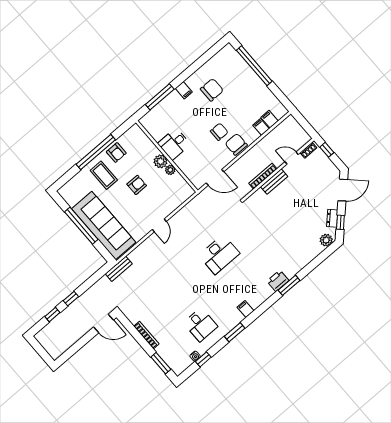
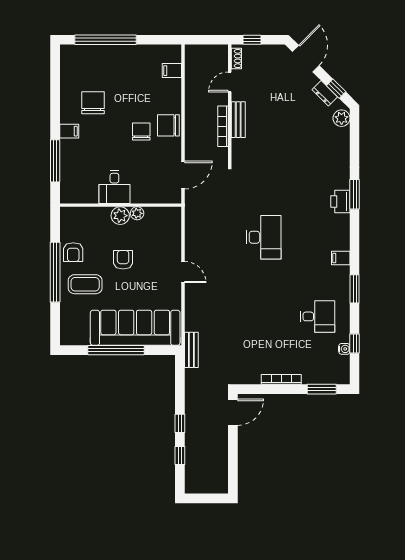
filing cabinet: (261, 127) -> (172, 86), removed
armchair: (116, 152) -> (73, 252), turned 90

